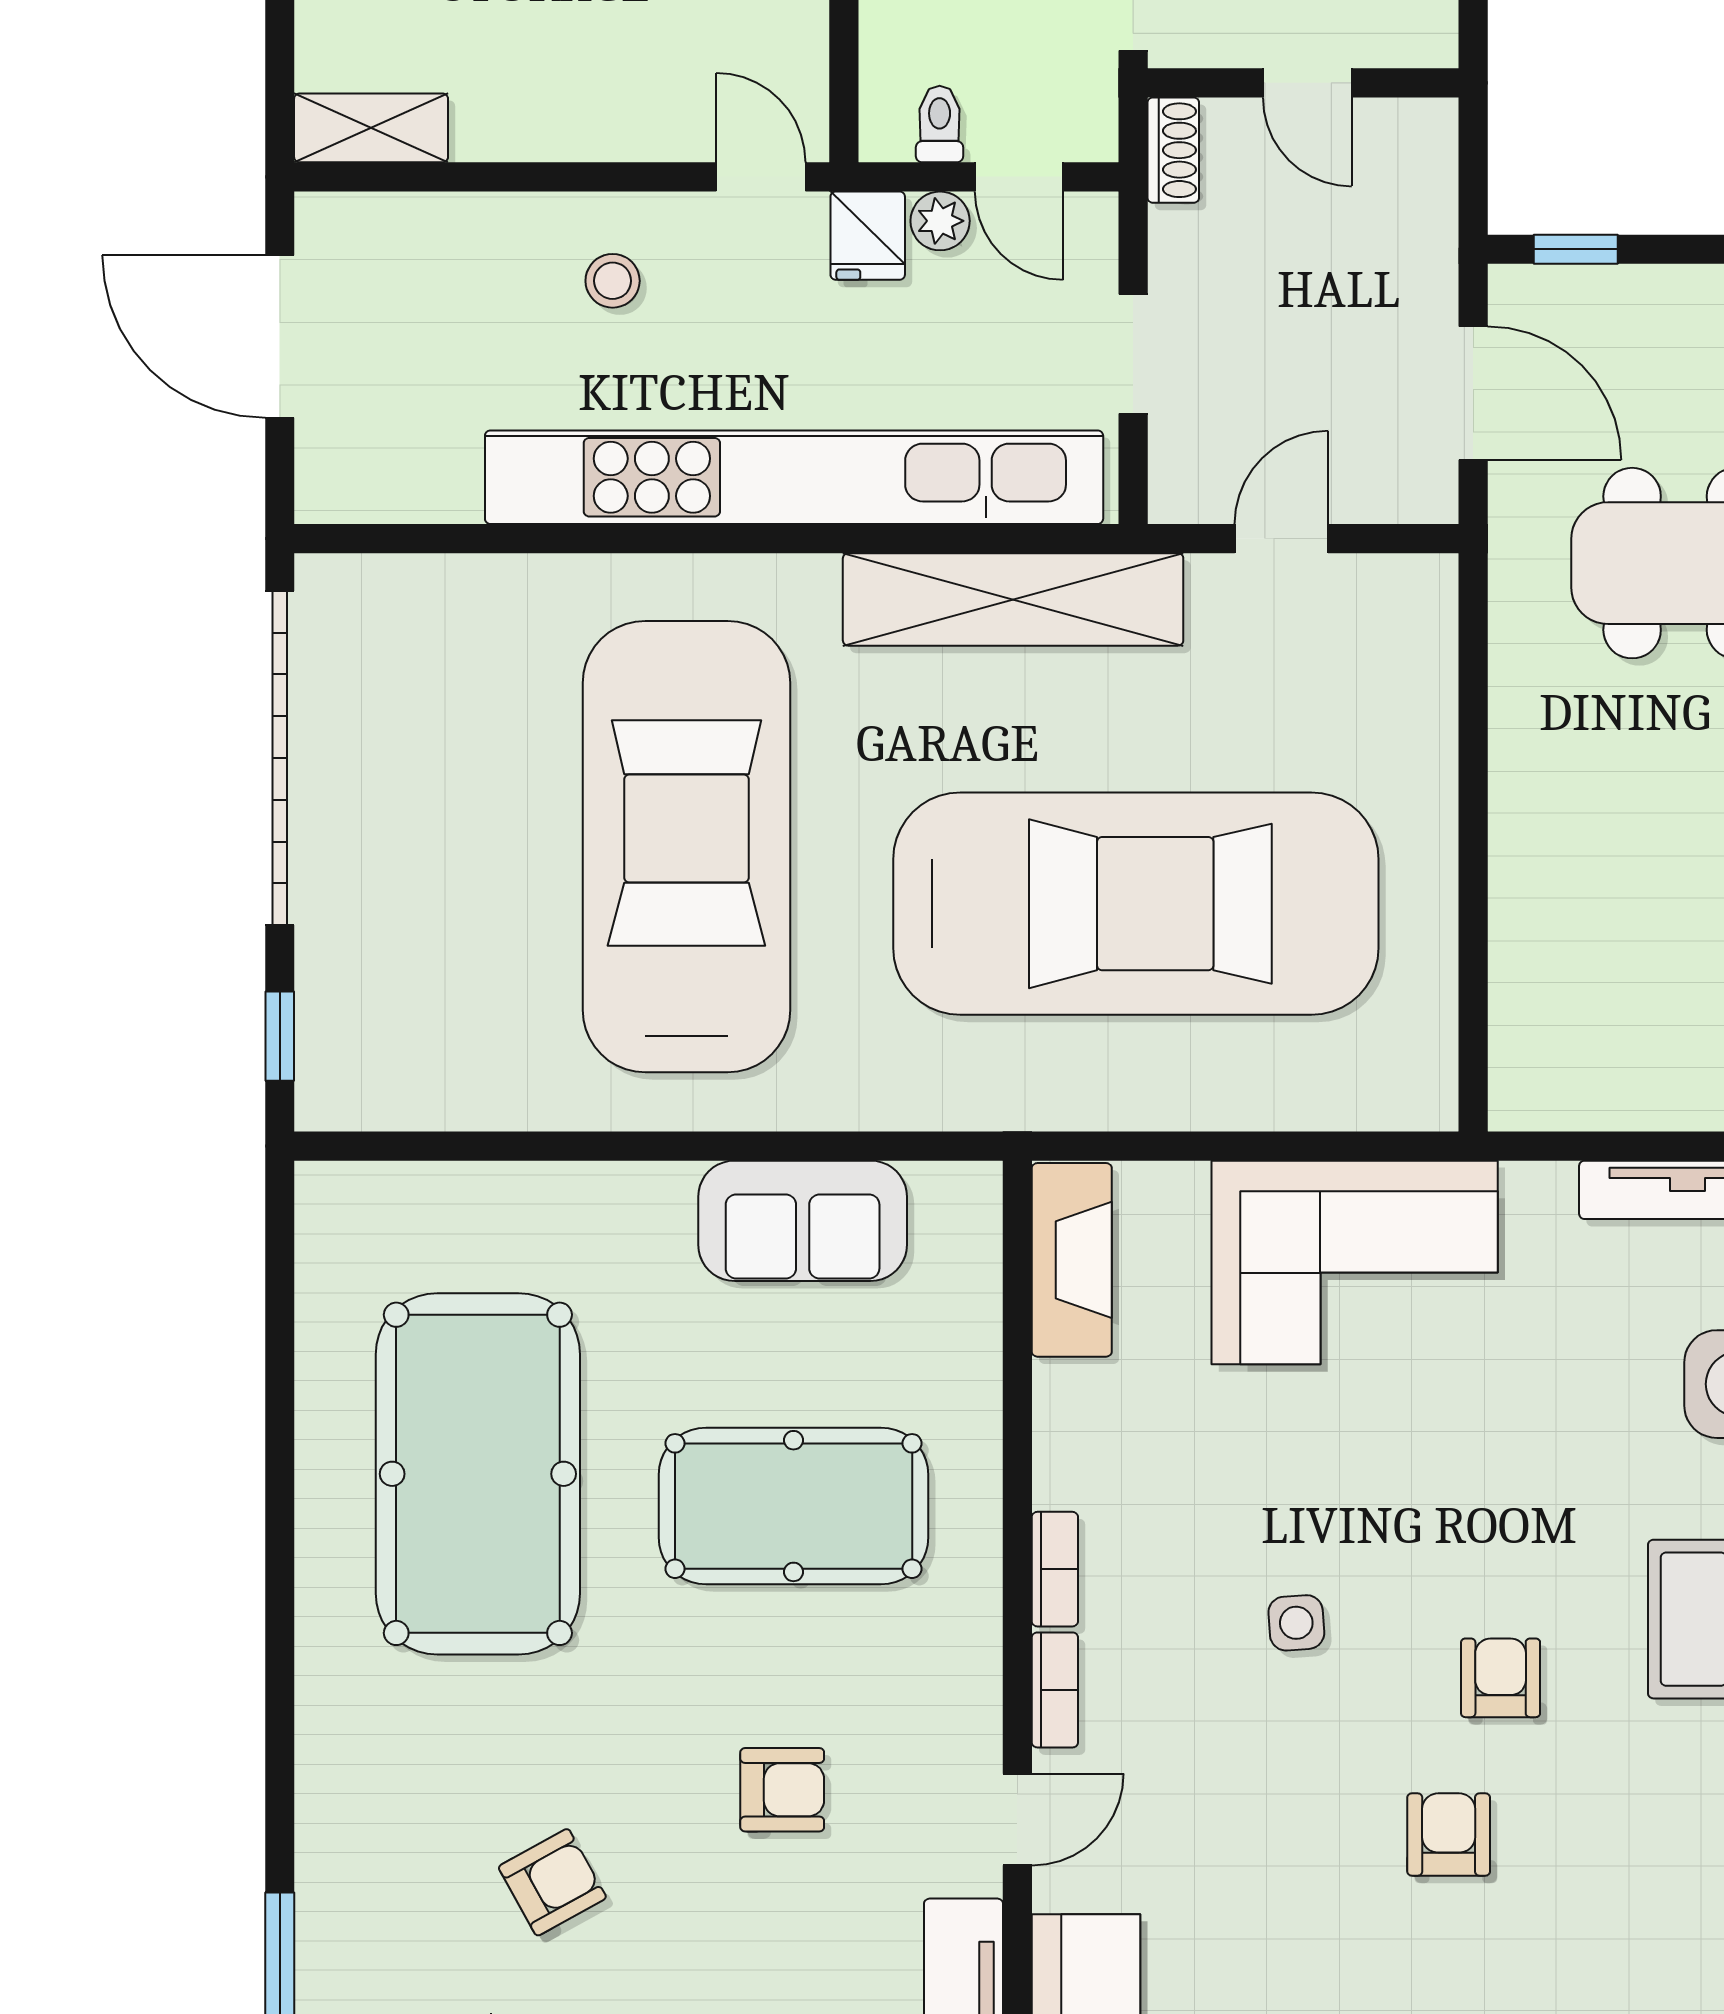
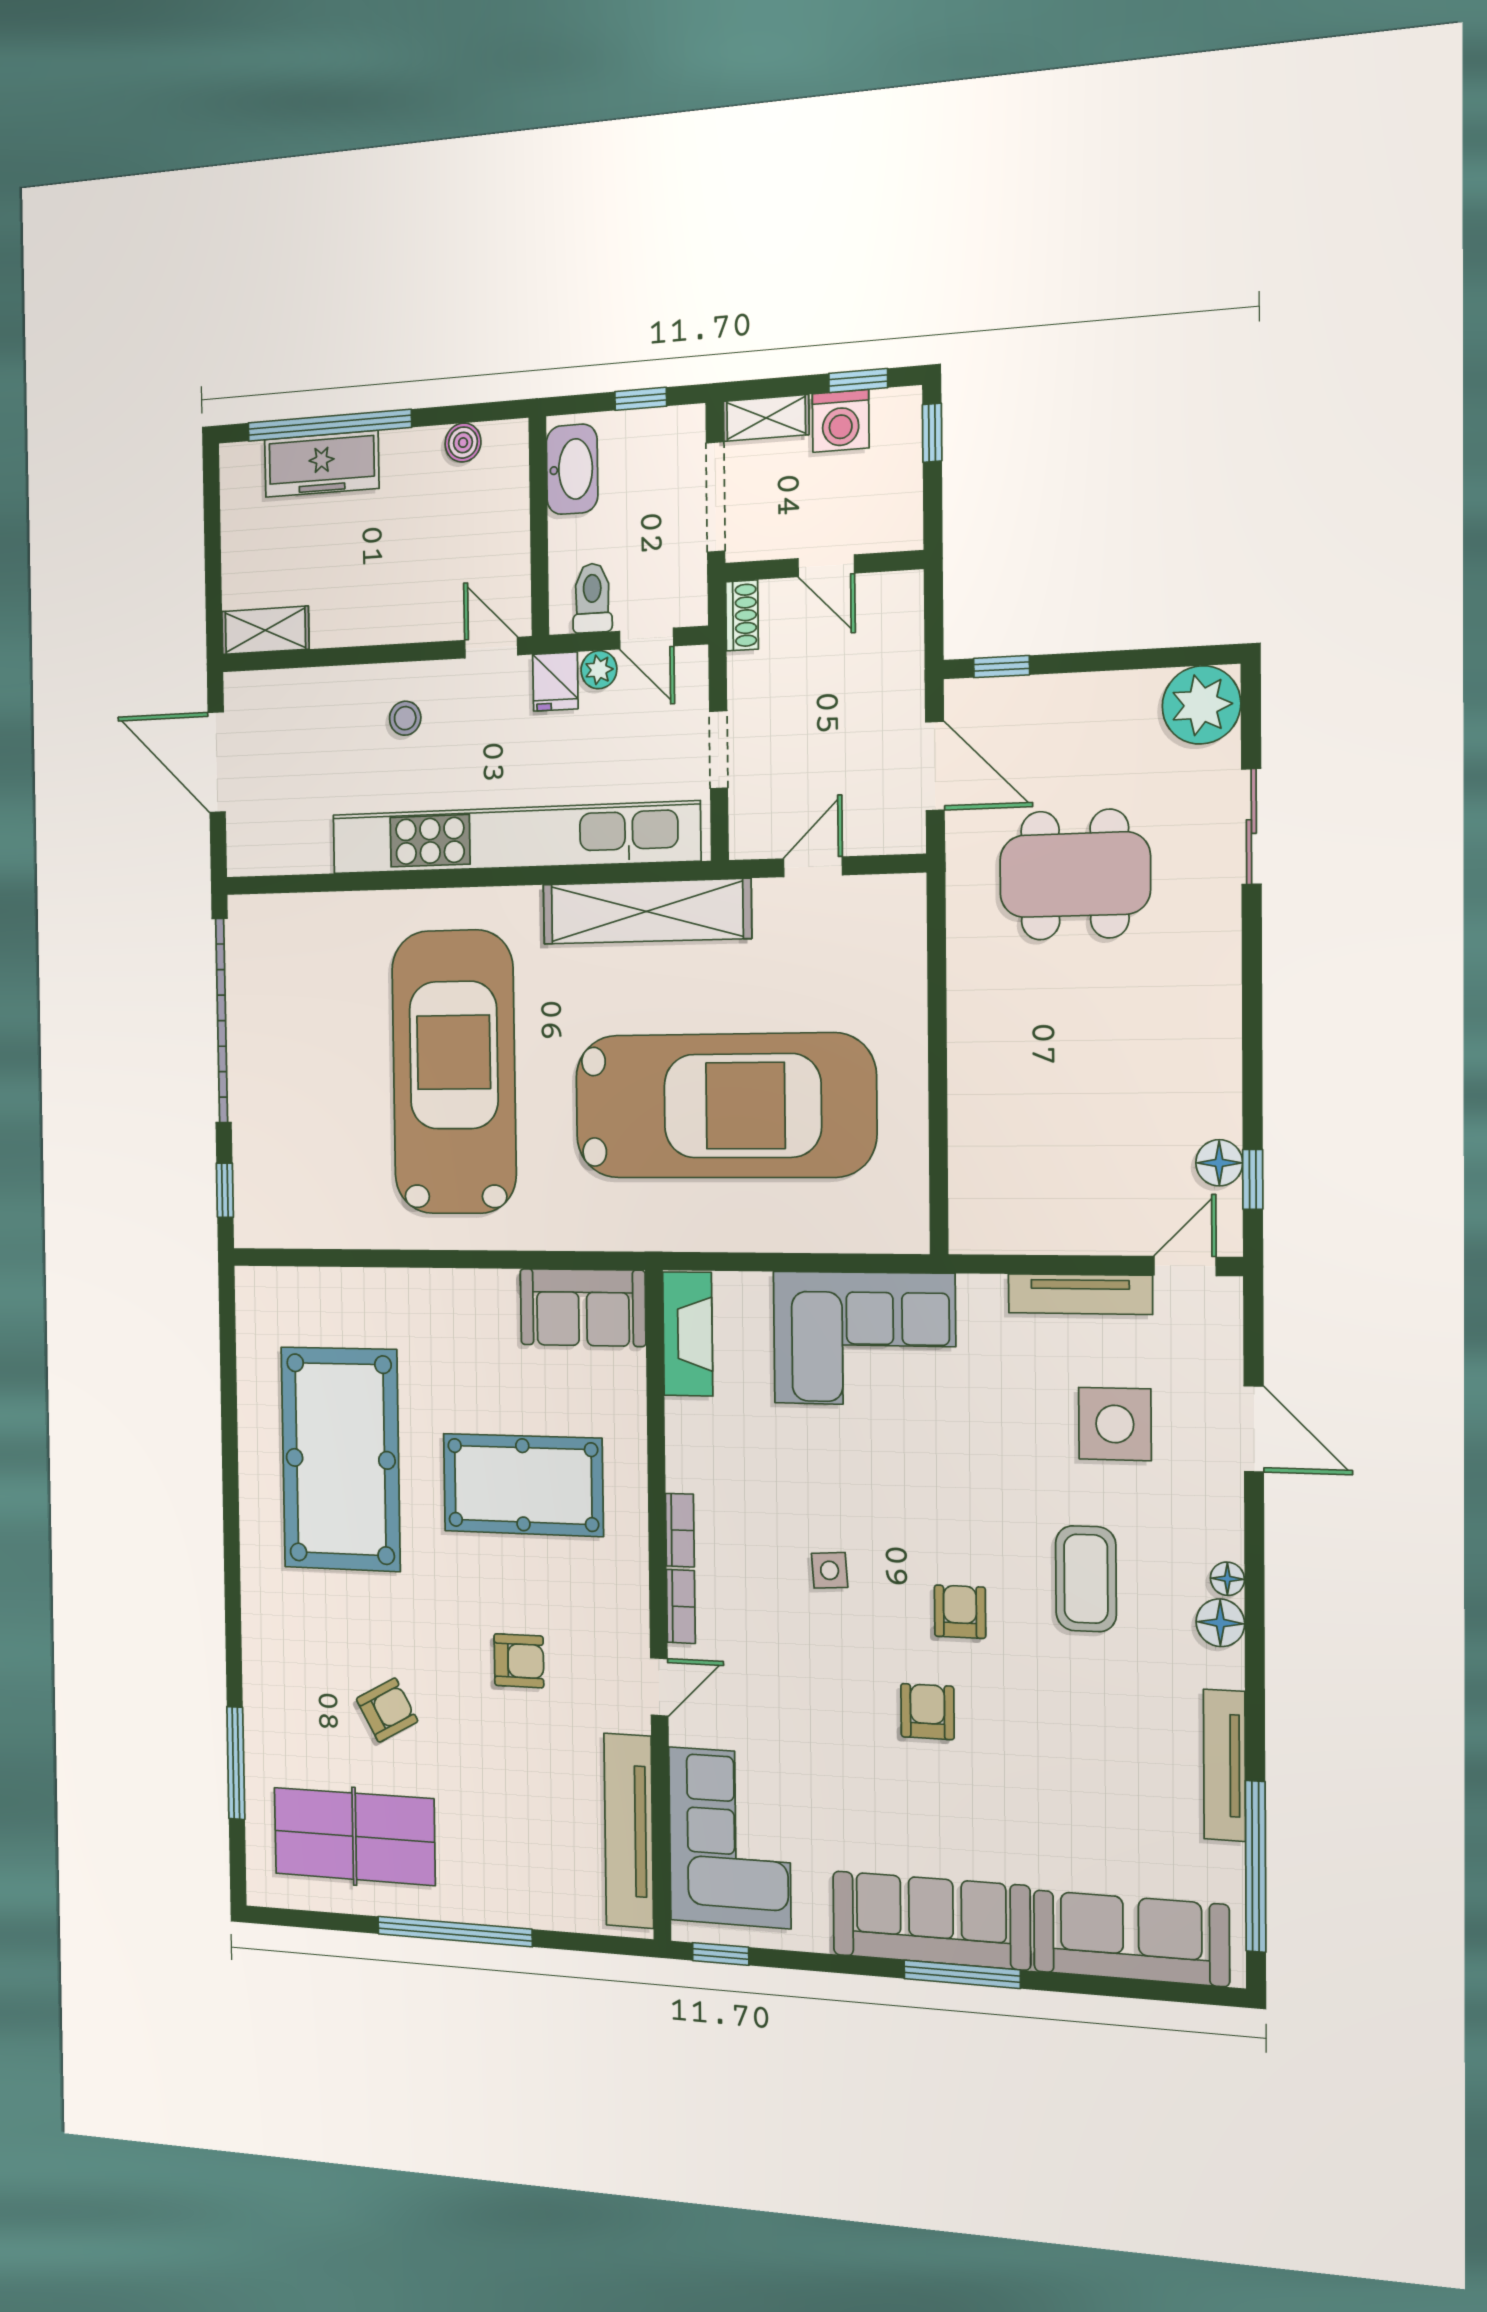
toilet: (940, 124) -> (592, 598), width x1.37, depth x1.39
sofa: (803, 1221) -> (583, 1307), moved

